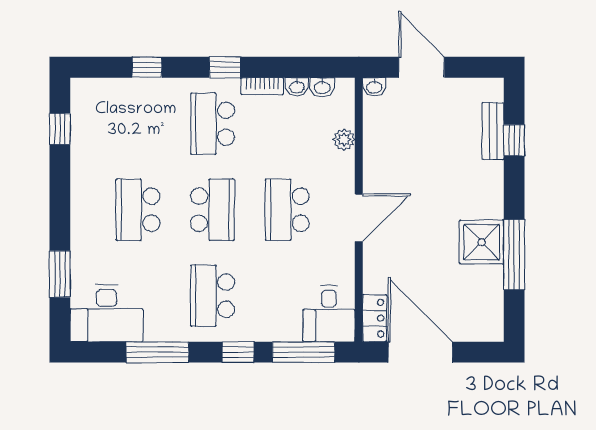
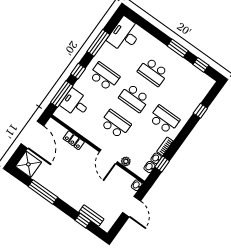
window: (225, 67) -> (162, 164), moved
door: (421, 67) -> (132, 207), hinge flipped
school desk: (138, 210) -> (153, 72), turned 180
door: (359, 218) -> (108, 157), moved
shower: (482, 242) -> (28, 164), moved
window: (60, 274) -> (178, 48), moved
desk: (329, 314) -> (75, 103), moved
locker: (375, 318) -> (74, 140), moved
door: (420, 352) -> (32, 135), hinge flipped

